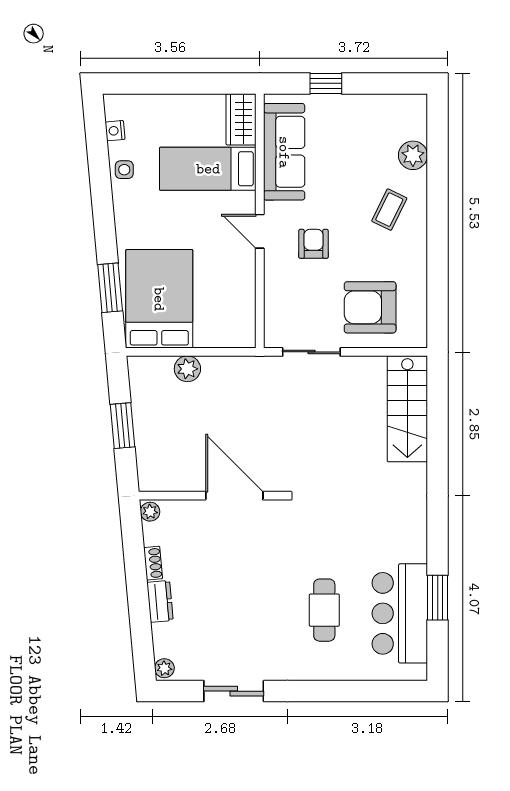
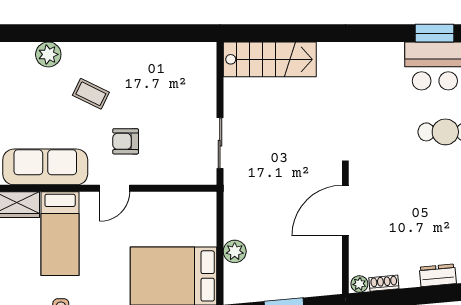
coffee table: (389, 210) -> (91, 94), moved
armchair: (370, 307) -> (181, 92), removed
shoe rack: (153, 563) -> (384, 283), moved

